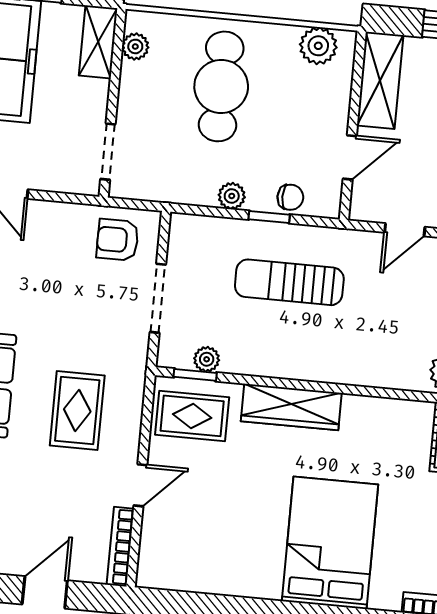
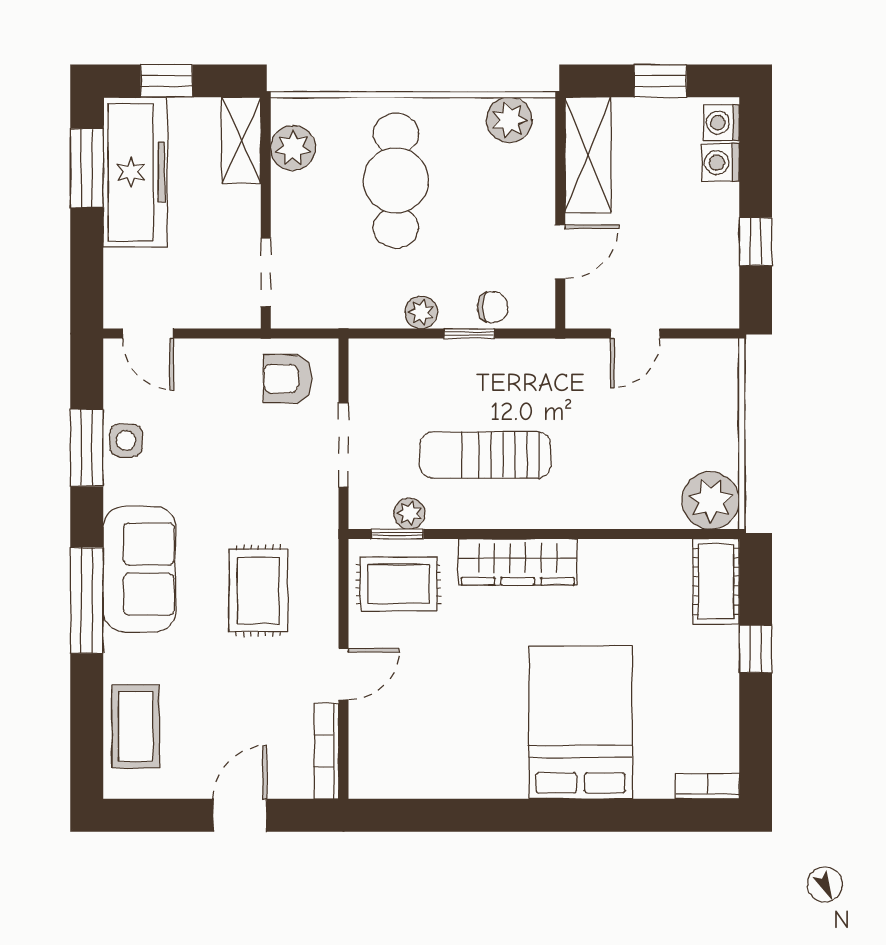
plant: (135, 46) -> (293, 148), width x1.38, depth x1.38
sun lounger: (289, 282) -> (485, 455), moved

